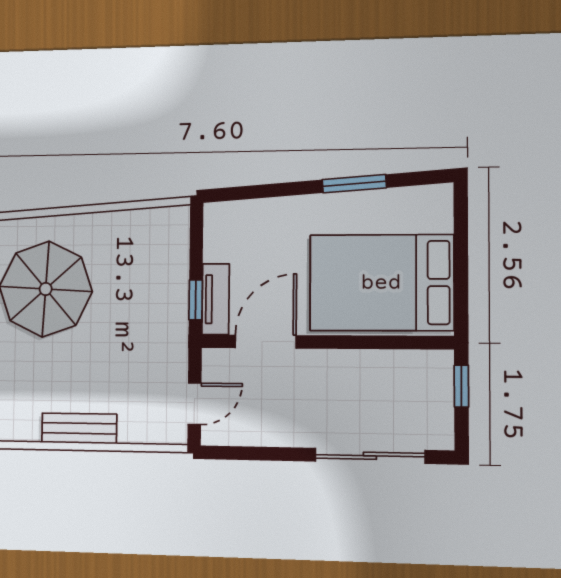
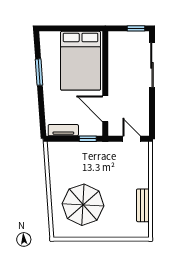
tv unit: (216, 299) -> (63, 130), moved
window: (461, 386) -> (136, 28), moved
bench: (79, 428) -> (143, 205), moved

